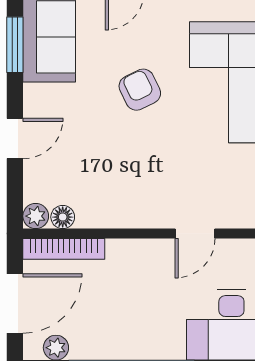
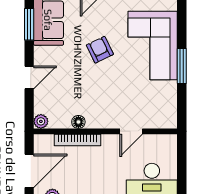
floor lamp: (63, 217) -> (78, 122), moved
bookcase: (64, 249) -> (77, 140), moved

